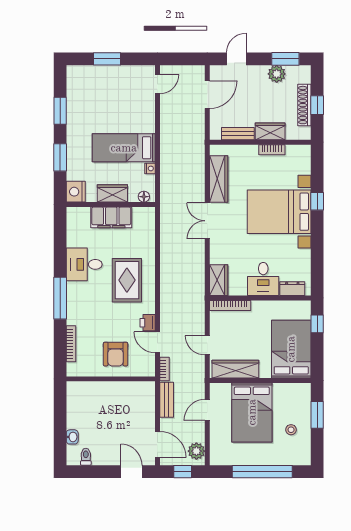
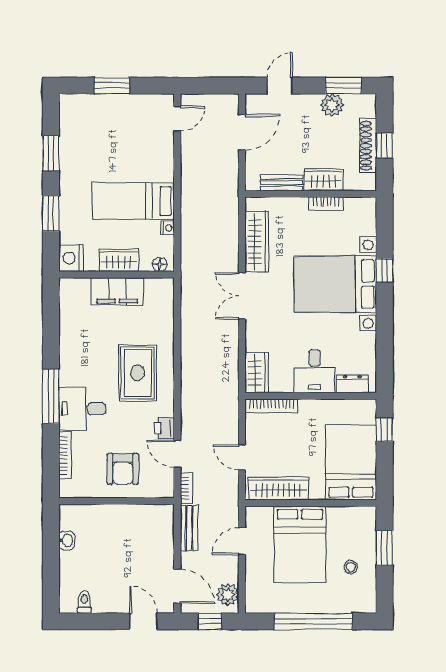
desk: (84, 264) -> (82, 409), moved
washbasin: (72, 437) -> (67, 540), moved

